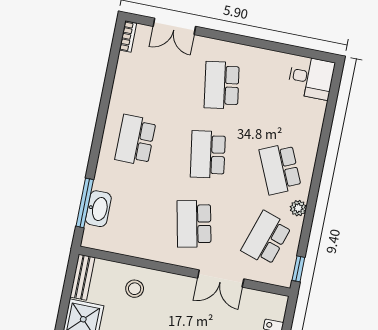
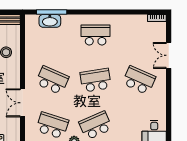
double door: (174, 26) -> (169, 55), moved
school desk: (222, 85) -> (139, 80), turned 33
school desk: (194, 224) -> (52, 80), turned 36

